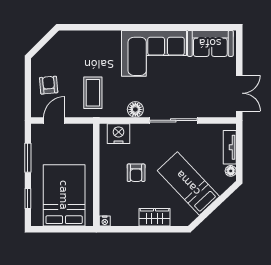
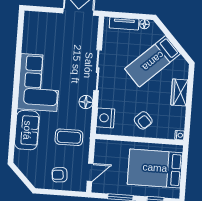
sofa: (210, 43) -> (27, 130), moved
door: (54, 120) -> (90, 172), swing flipped
armchair: (136, 173) -> (143, 120), moved, turned 47

